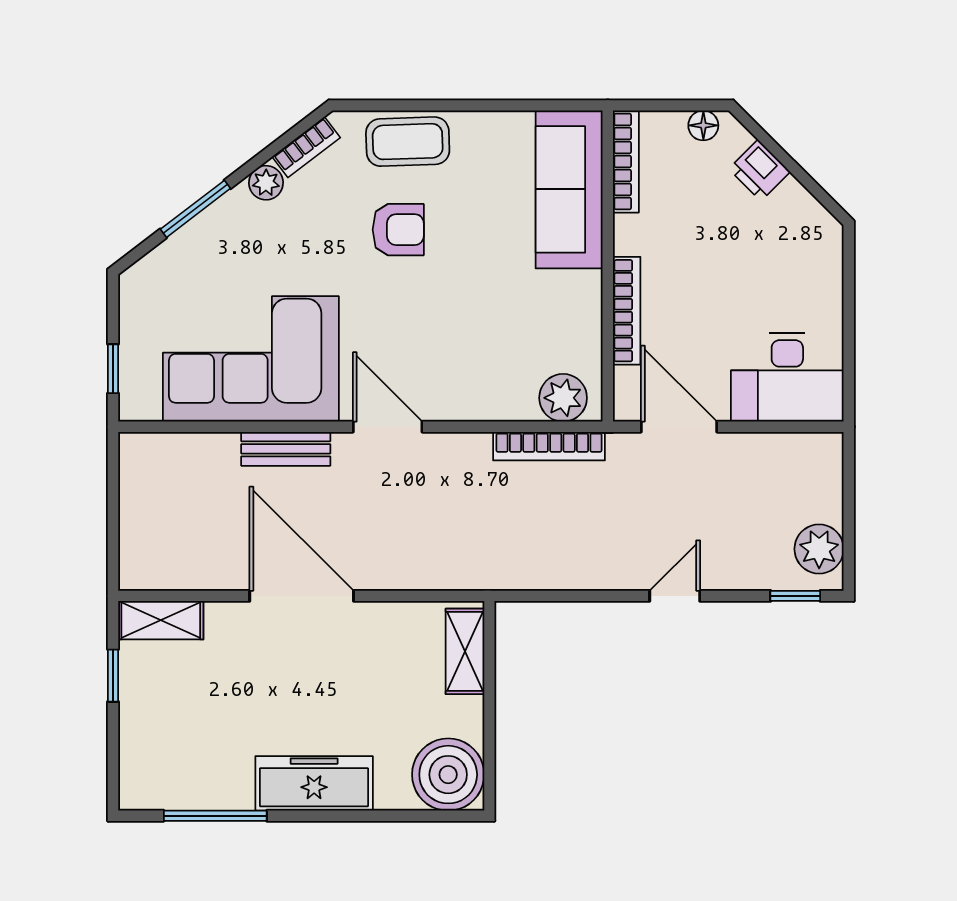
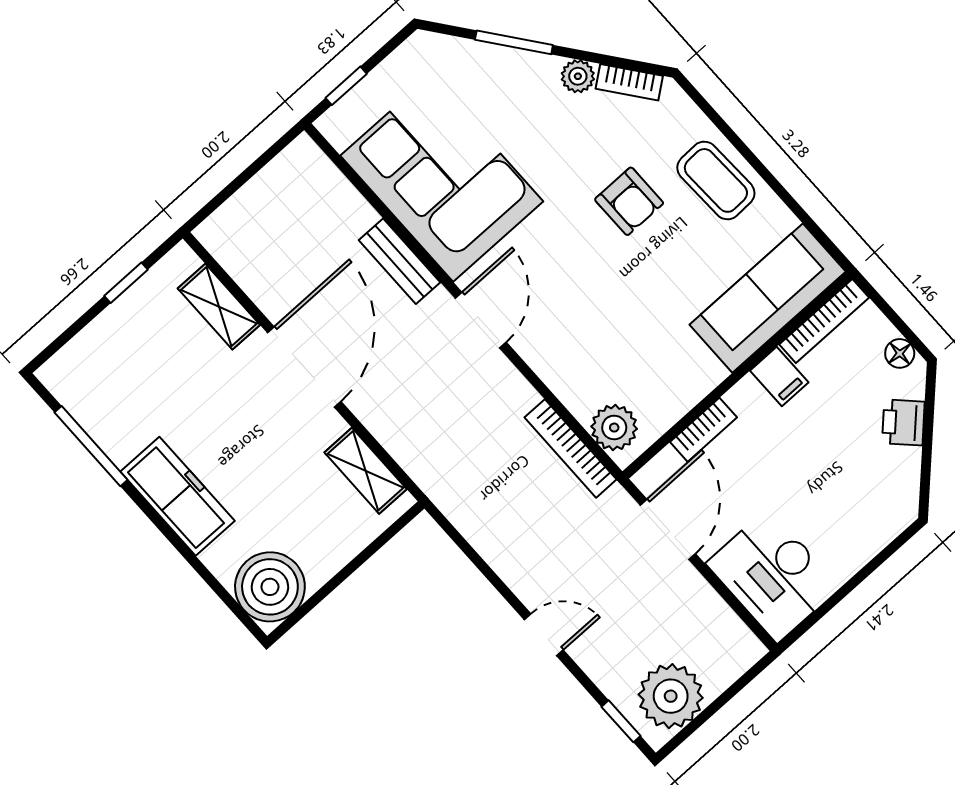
coffee table: (408, 142) -> (716, 180), moved
filing cabinet: (638, 235) -> (779, 376), added
bookcase: (627, 311) -> (704, 430), width x0.64
plant: (819, 549) -> (671, 696), width x1.36, depth x1.36
shelving: (161, 620) -> (219, 307), moved
shelving: (465, 651) -> (366, 471), moved, turned 90

